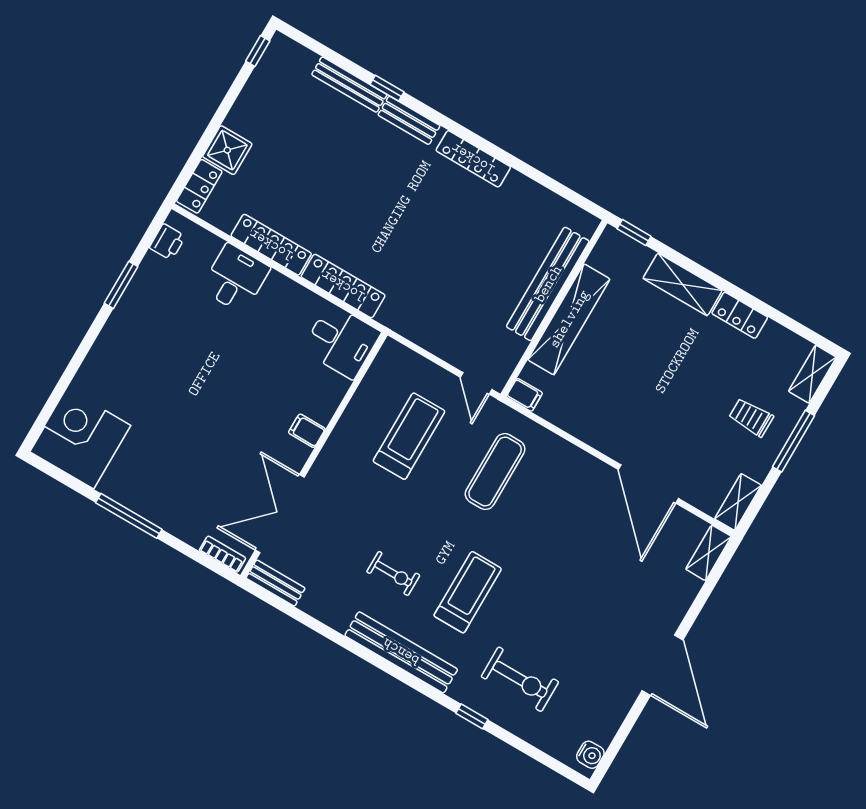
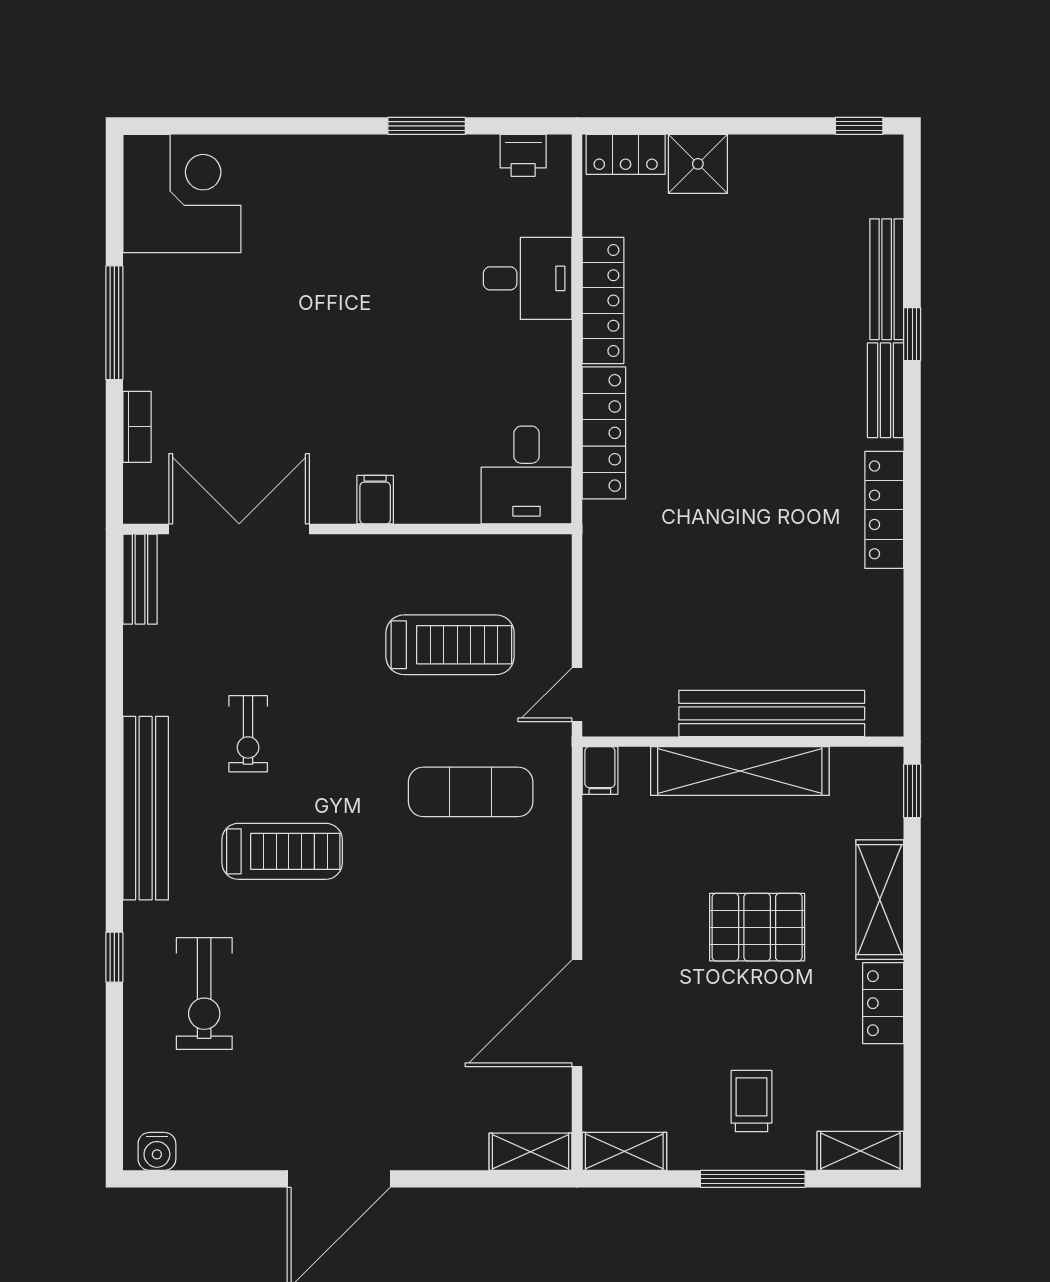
pallet: (659, 359) -> (757, 927), added
bookcase: (222, 554) -> (137, 427), moved

